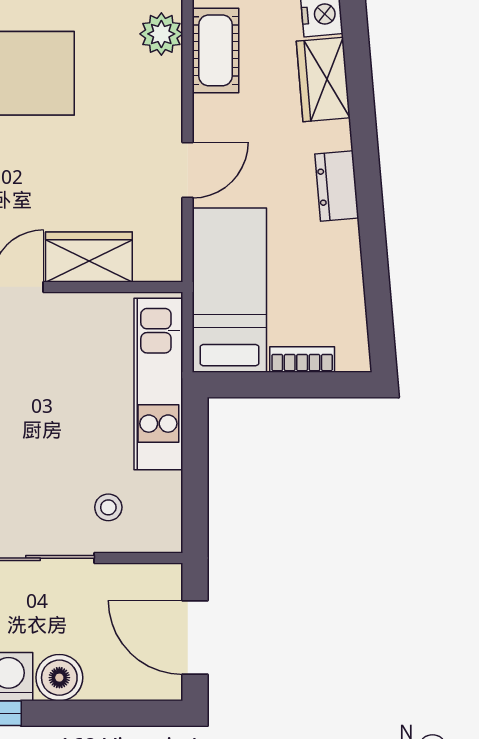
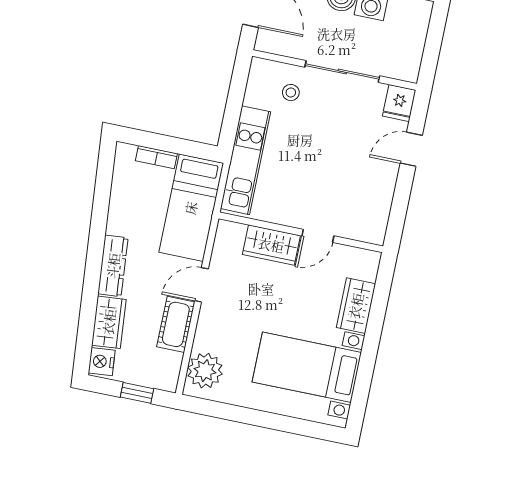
plant: (161, 34) -> (205, 371), width x1.36, depth x1.36
cot: (215, 50) -> (176, 324), moved
dresser: (337, 186) -> (113, 266), width x1.44

